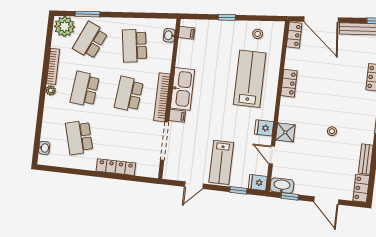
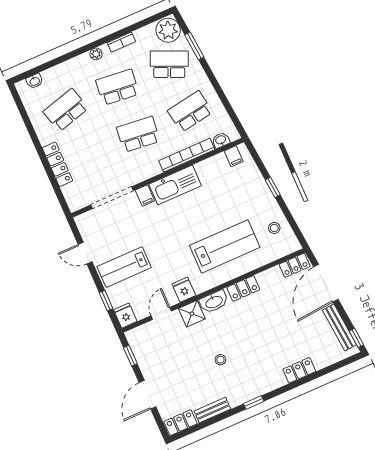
bookcase: (53, 66) -> (121, 42), width x0.64
bookcase: (162, 97) -> (187, 155), moved
washbasin: (282, 186) -> (214, 302), moved, turned 90

